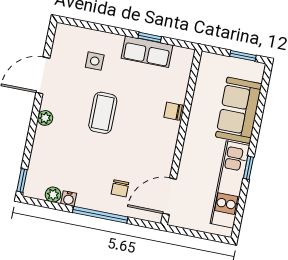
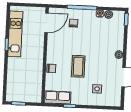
row of seats: (147, 52) -> (58, 97), moved
sofa: (239, 110) -> (16, 74), removed
coffee table: (103, 113) -> (78, 66), moved

